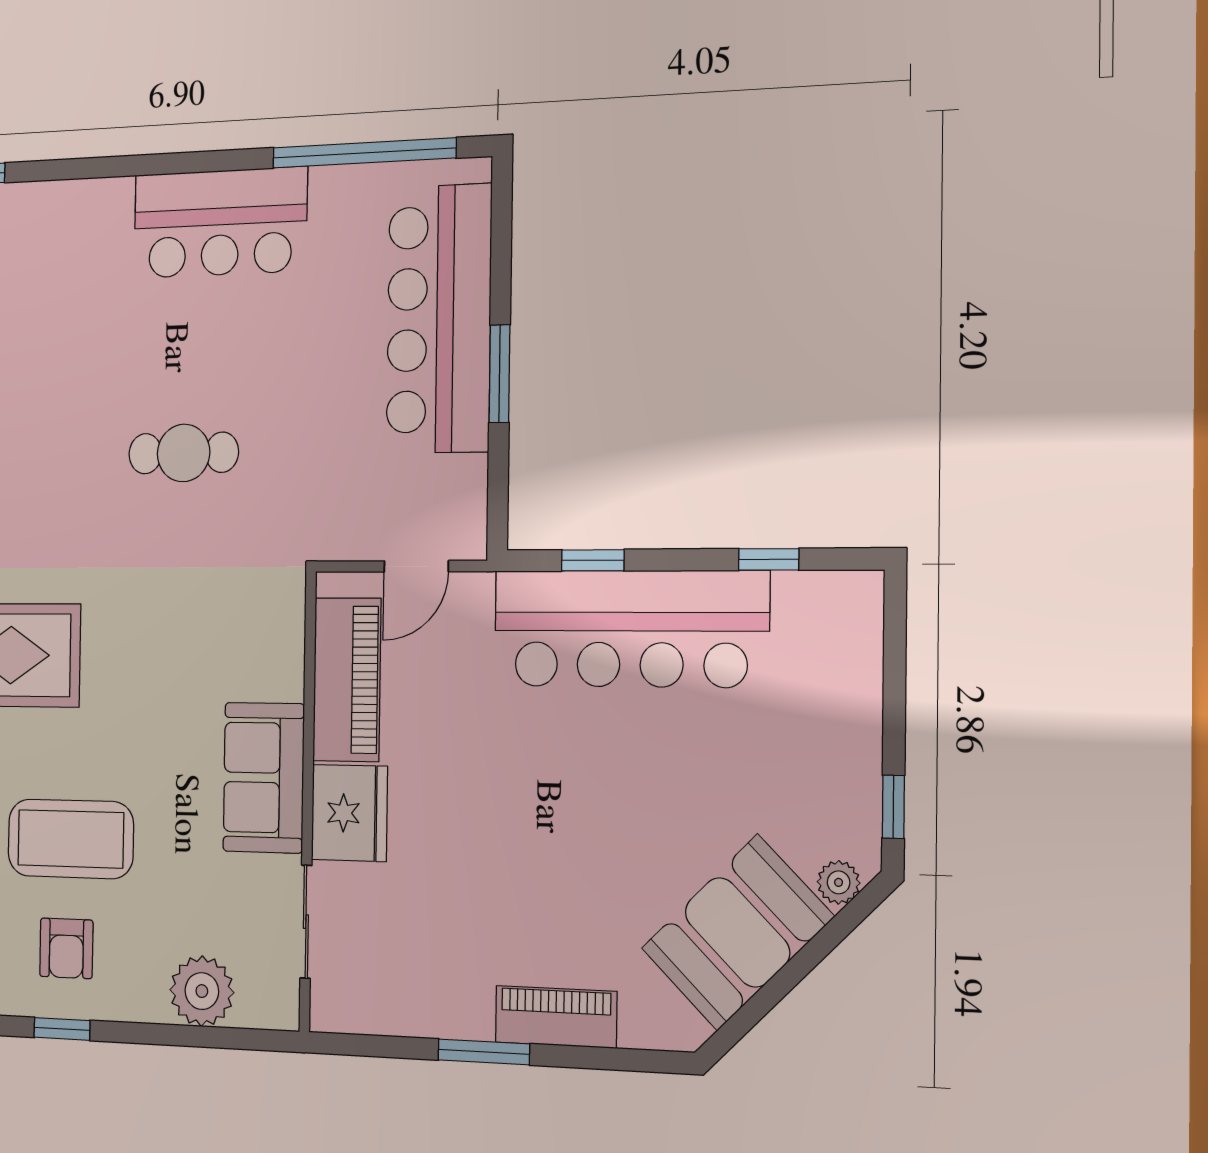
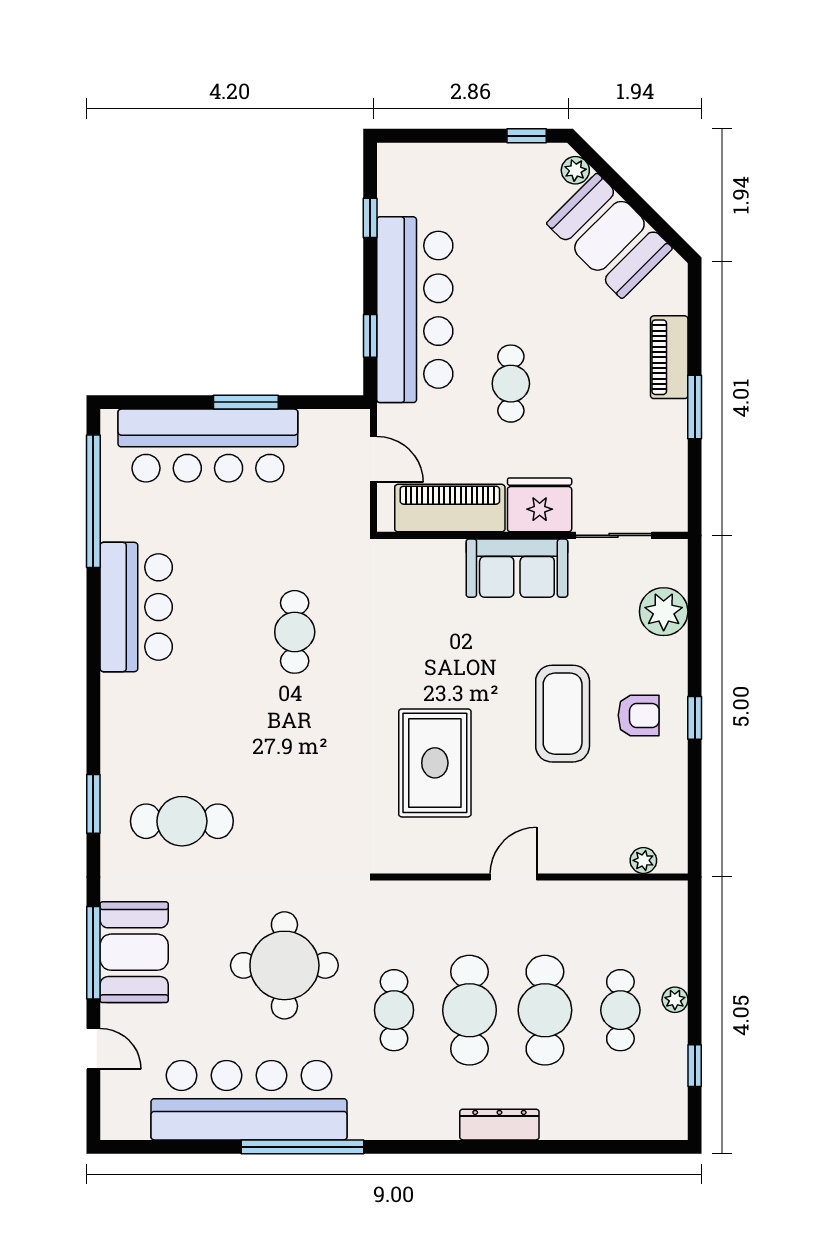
cafe table: (521, 774) -> (511, 384), added

